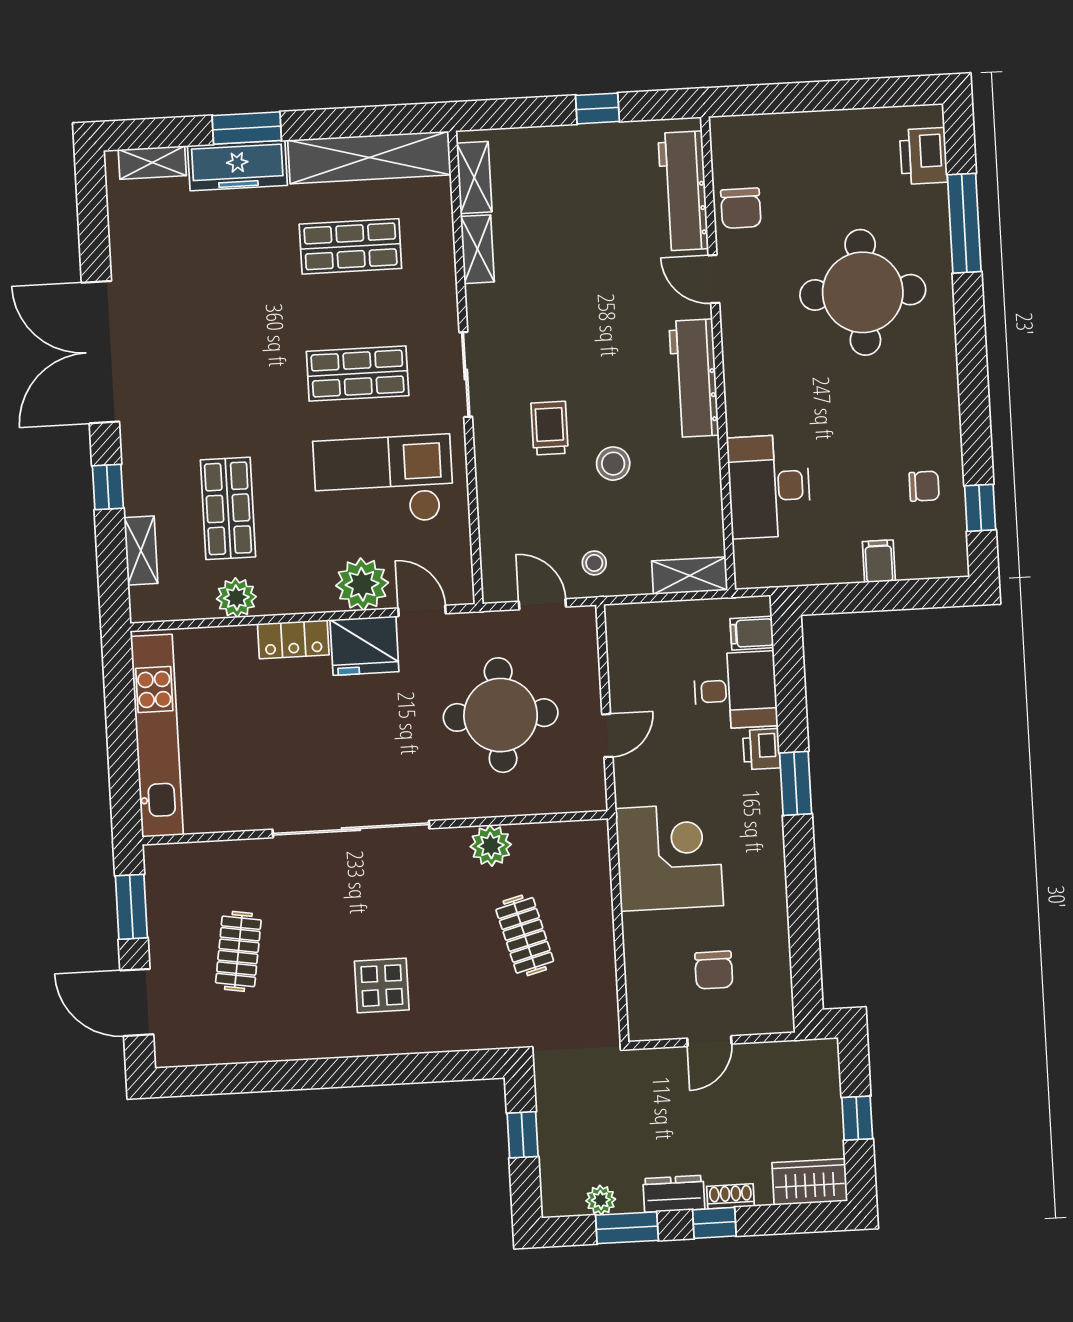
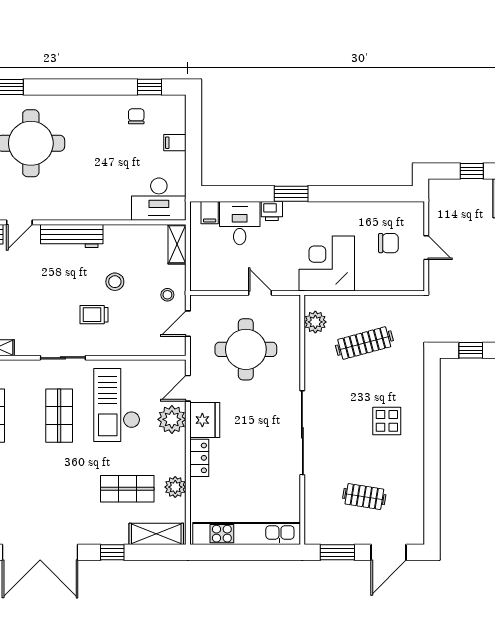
desk: (769, 486) -> (159, 199), moved
shelving: (141, 551) -> (156, 534), width x1.50, depth x1.33
plant: (491, 846) -> (315, 322), moved
clothes rail: (525, 935) -> (364, 343), width x1.36

